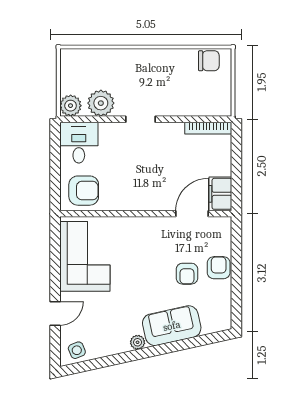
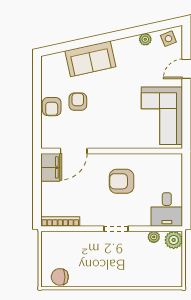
plant: (101, 103) -> (154, 237), width x0.53, depth x0.53
armchair: (84, 191) -> (122, 181), moved
plant: (138, 342) -> (145, 39), moved

